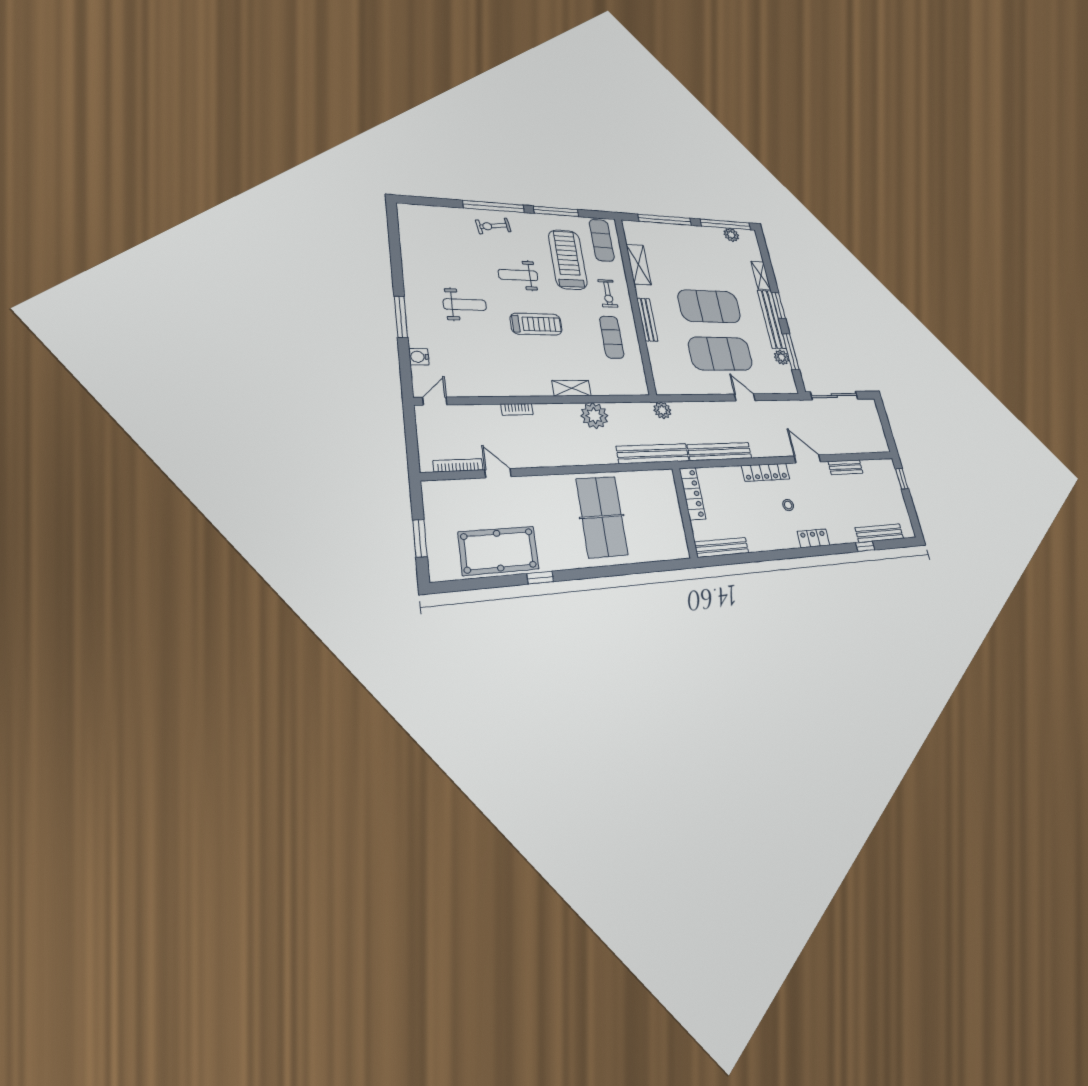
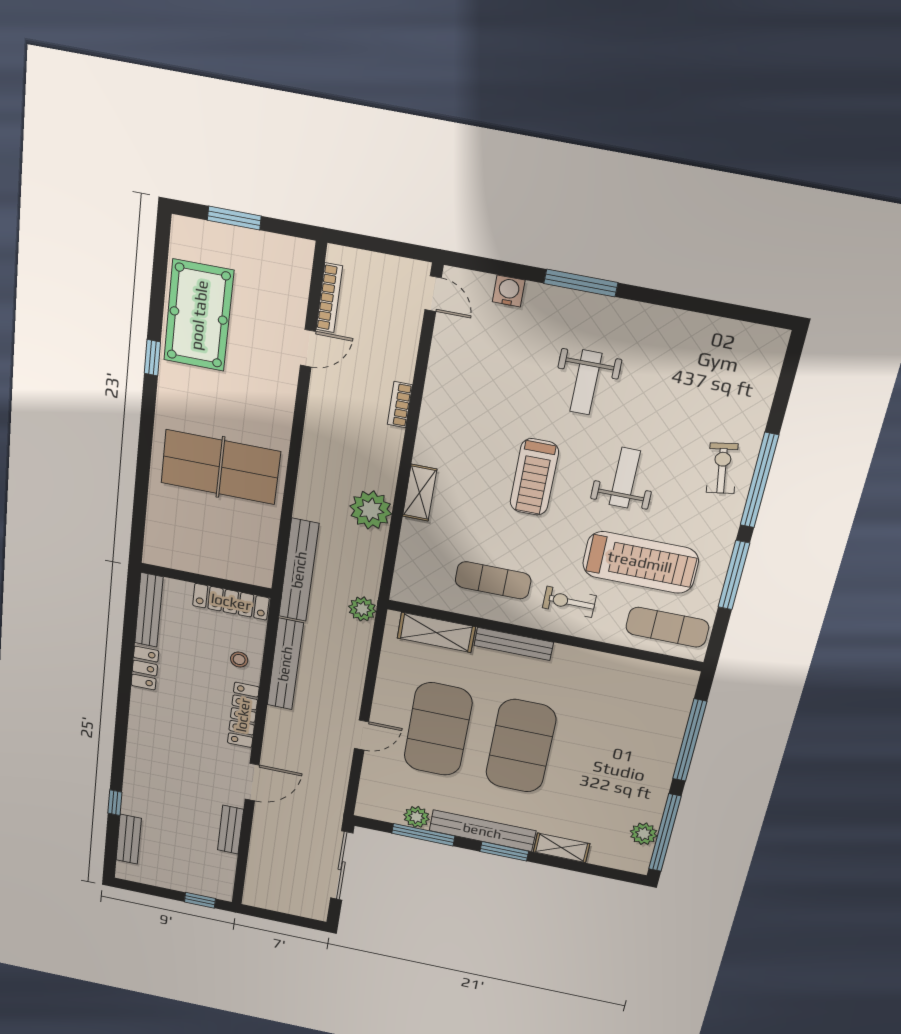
shelving: (639, 265) -> (436, 632), moved
stool: (788, 505) -> (239, 660), moved
bench: (879, 533) -> (129, 839), width x0.73
locker: (813, 538) -> (145, 668), moved

